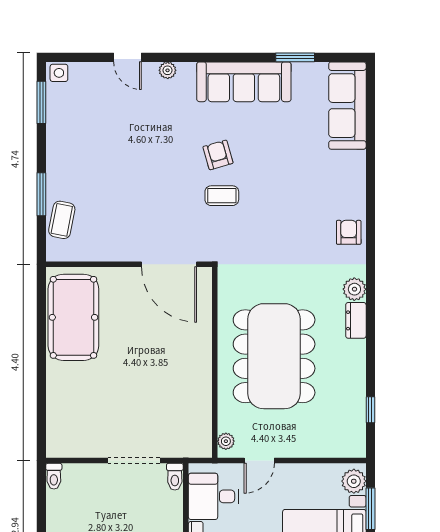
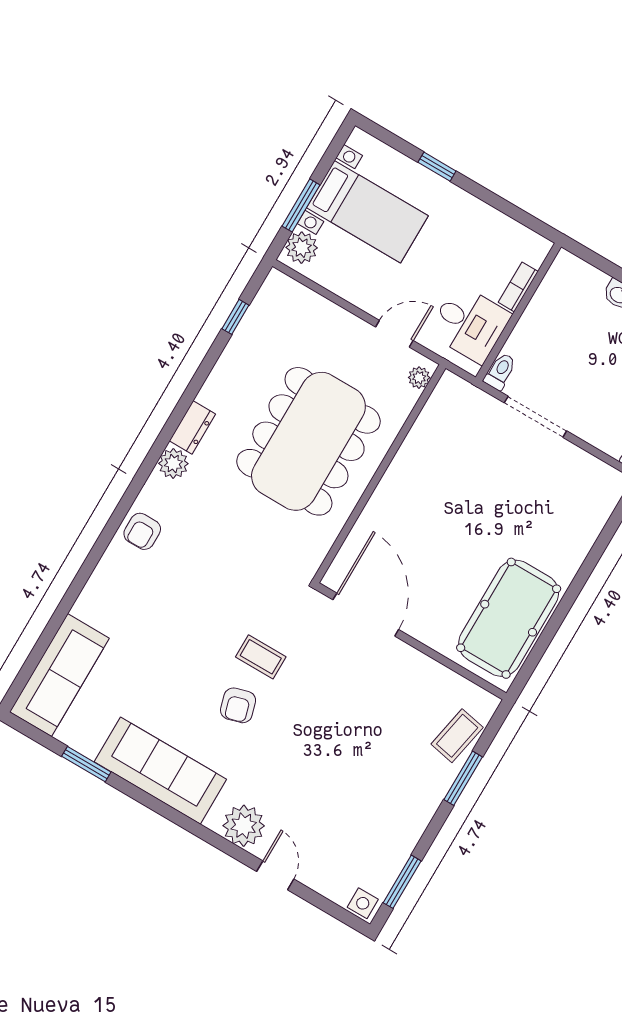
plant: (168, 70) -> (244, 826), width x1.88, depth x1.88

